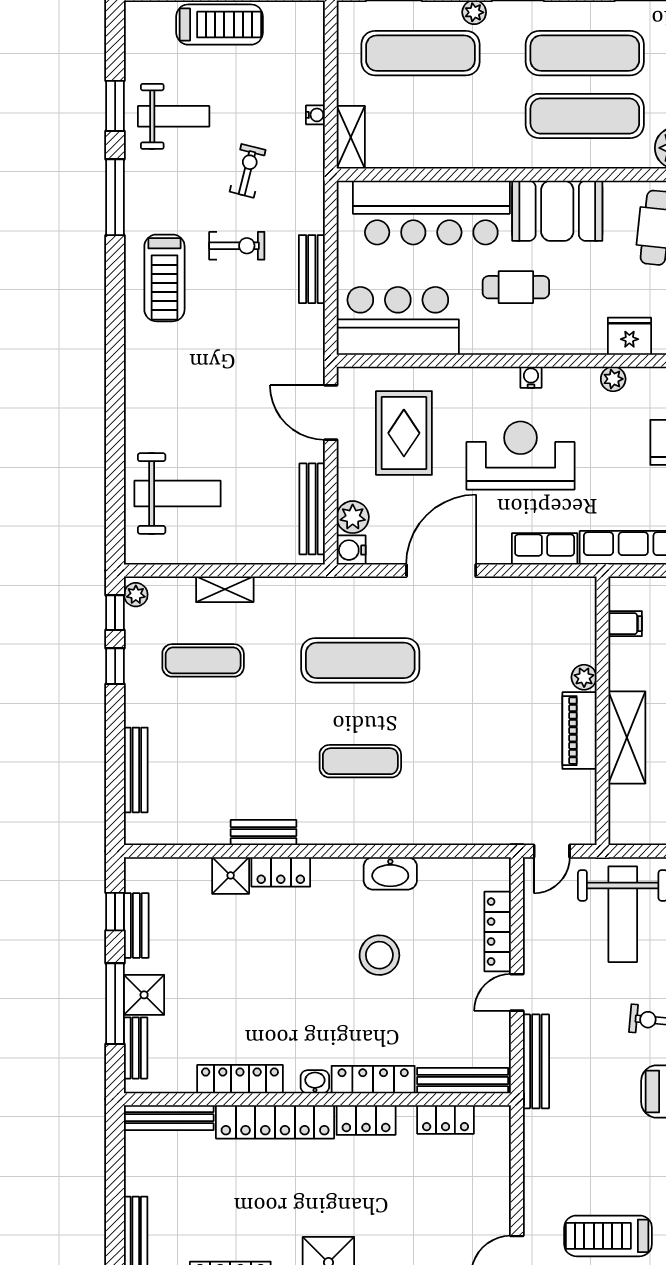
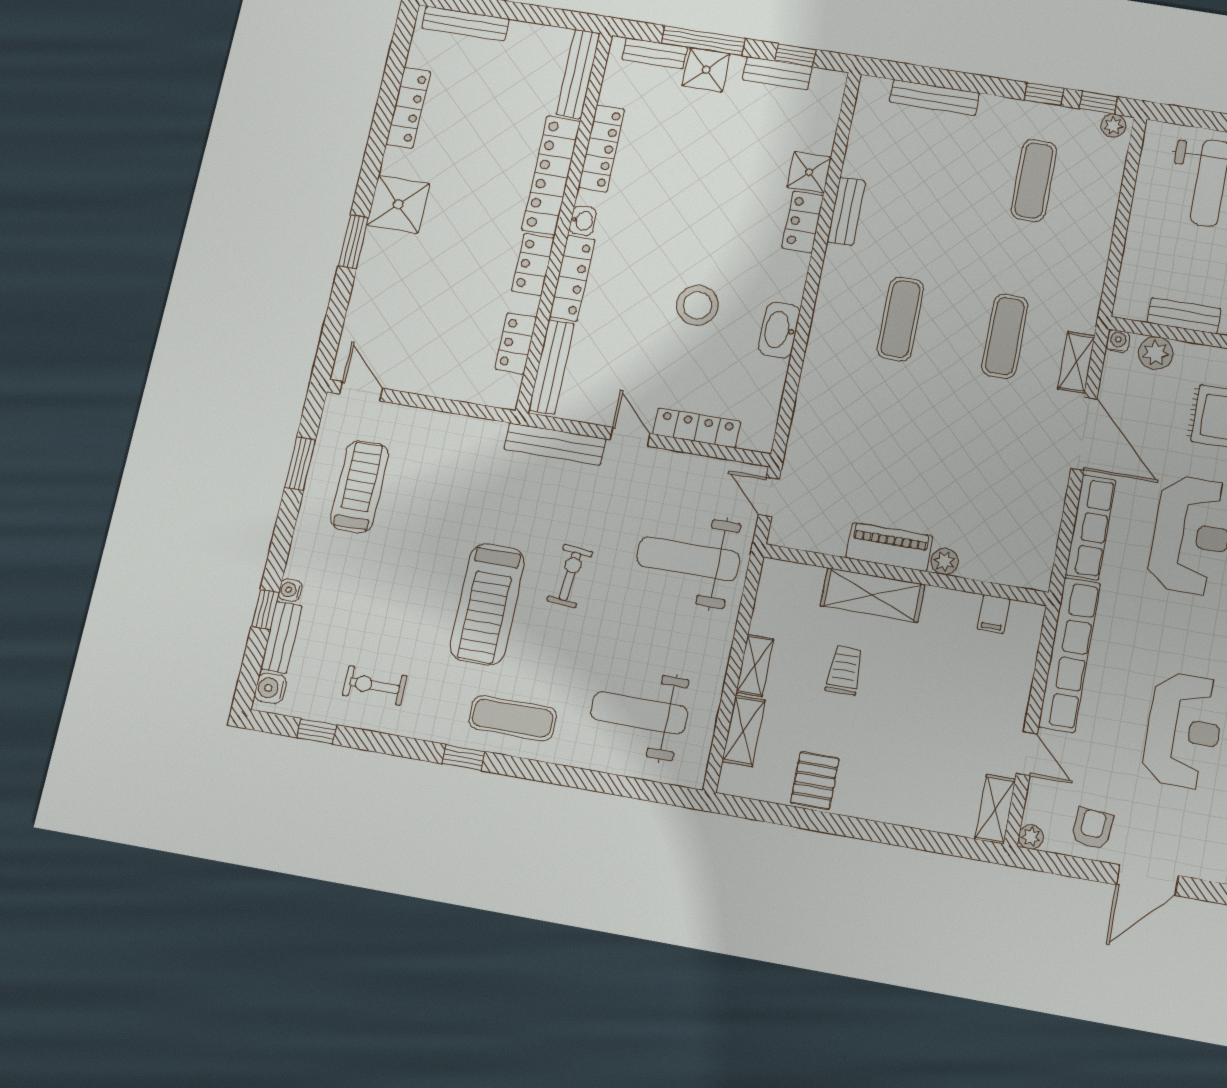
bench: (312, 509) -> (1184, 316), width x0.73
row of seats: (545, 549) -> (1091, 527), width x1.48
water cooler: (351, 550) -> (1118, 341), width x0.72, depth x0.72
shelving: (225, 589) -> (1076, 362), moved
exercise mat: (360, 660) -> (1005, 336), width x0.73, depth x0.69

